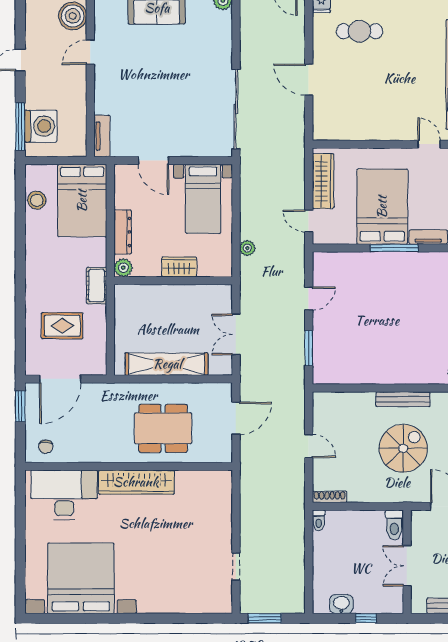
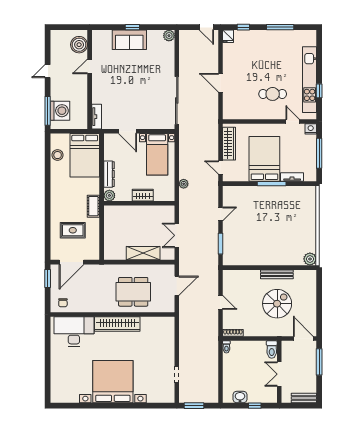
cafe table: (360, 31) -> (273, 94), moved
shelving: (167, 364) -> (143, 253), width x0.68
bed with nightstands: (81, 578) -> (113, 382), moved

